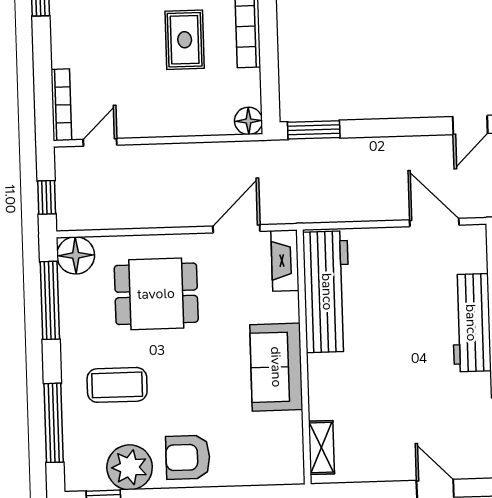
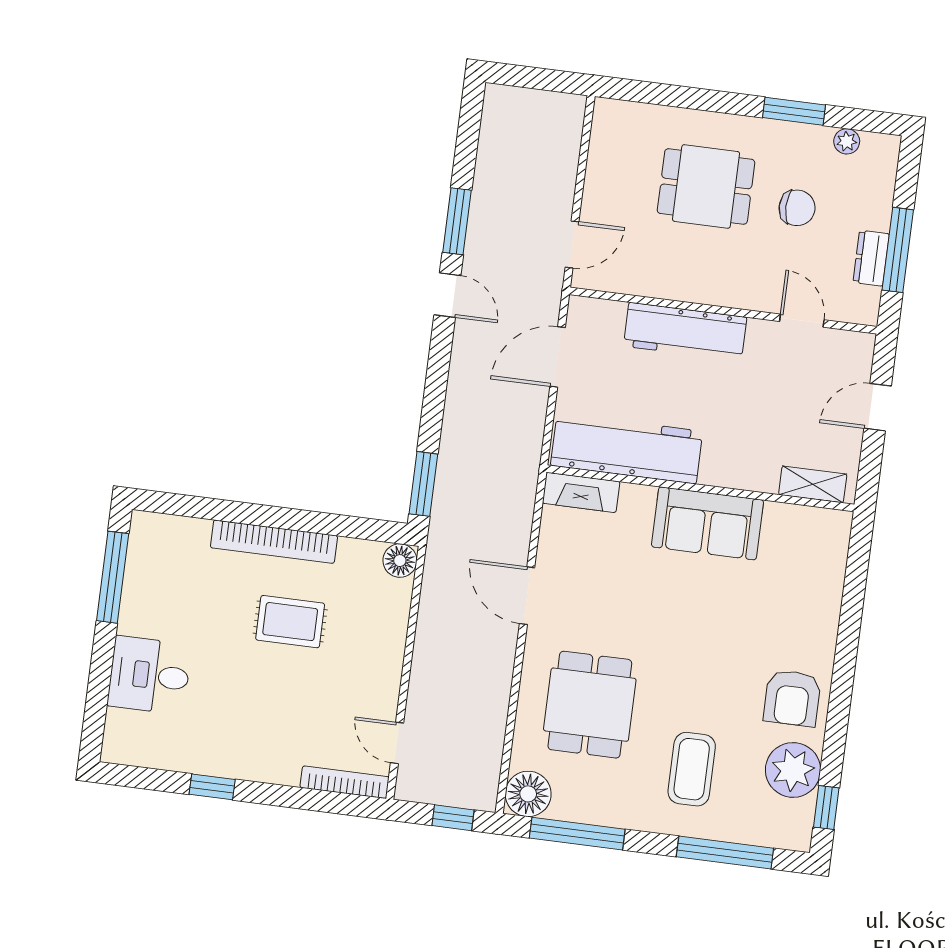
fireplace: (285, 261) -> (581, 492), moved
workbench: (327, 292) -> (627, 448), moved
wall: (304, 357) -> (701, 488), moved
sofa: (276, 367) -> (707, 523), moved
shelving: (322, 447) -> (813, 484), moved

